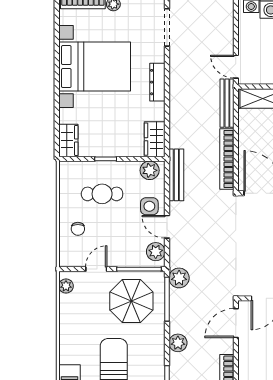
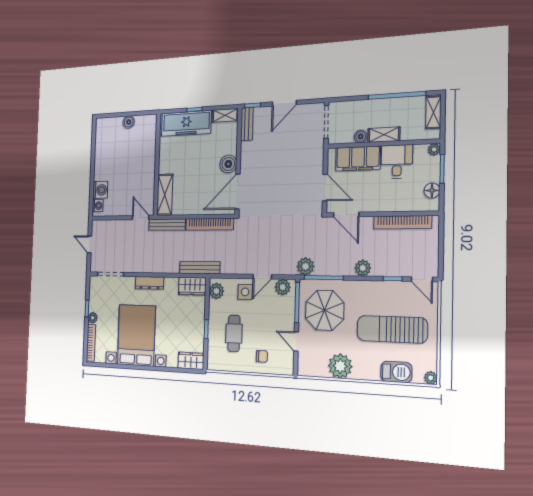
door: (236, 67) -> (141, 217), swing flipped
bench: (176, 175) -> (200, 268), moved
plant: (66, 286) -> (340, 366), moved, width x1.87, depth x1.87

